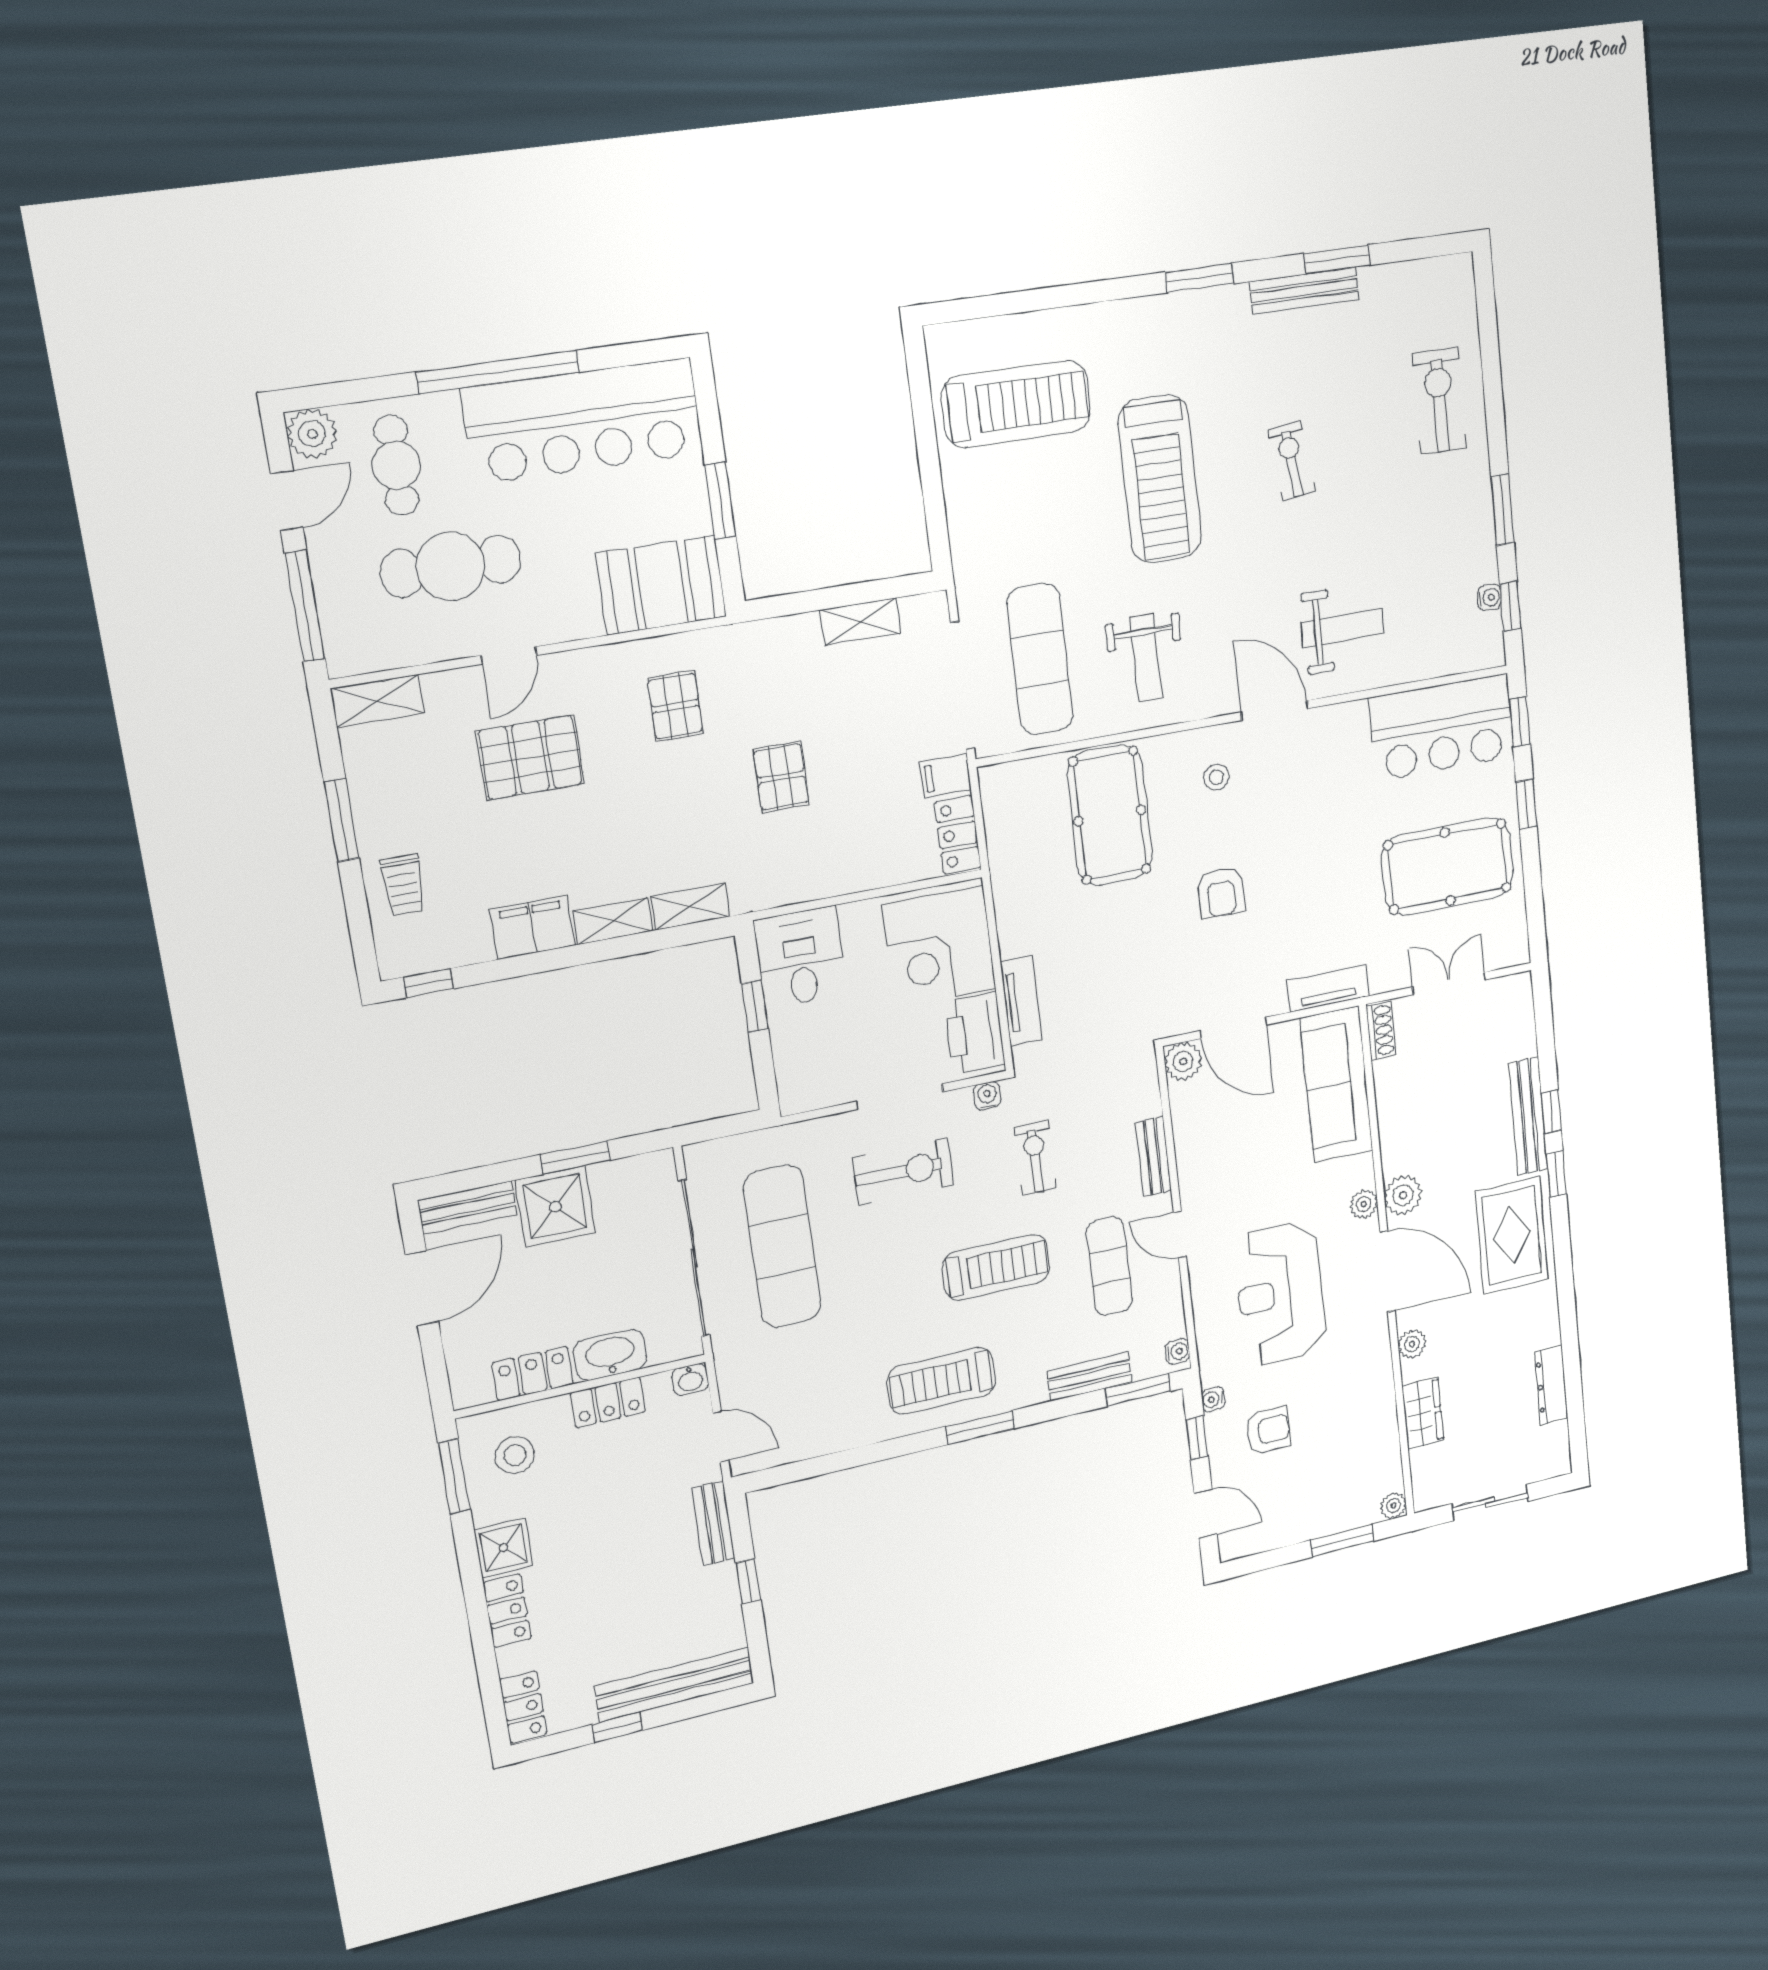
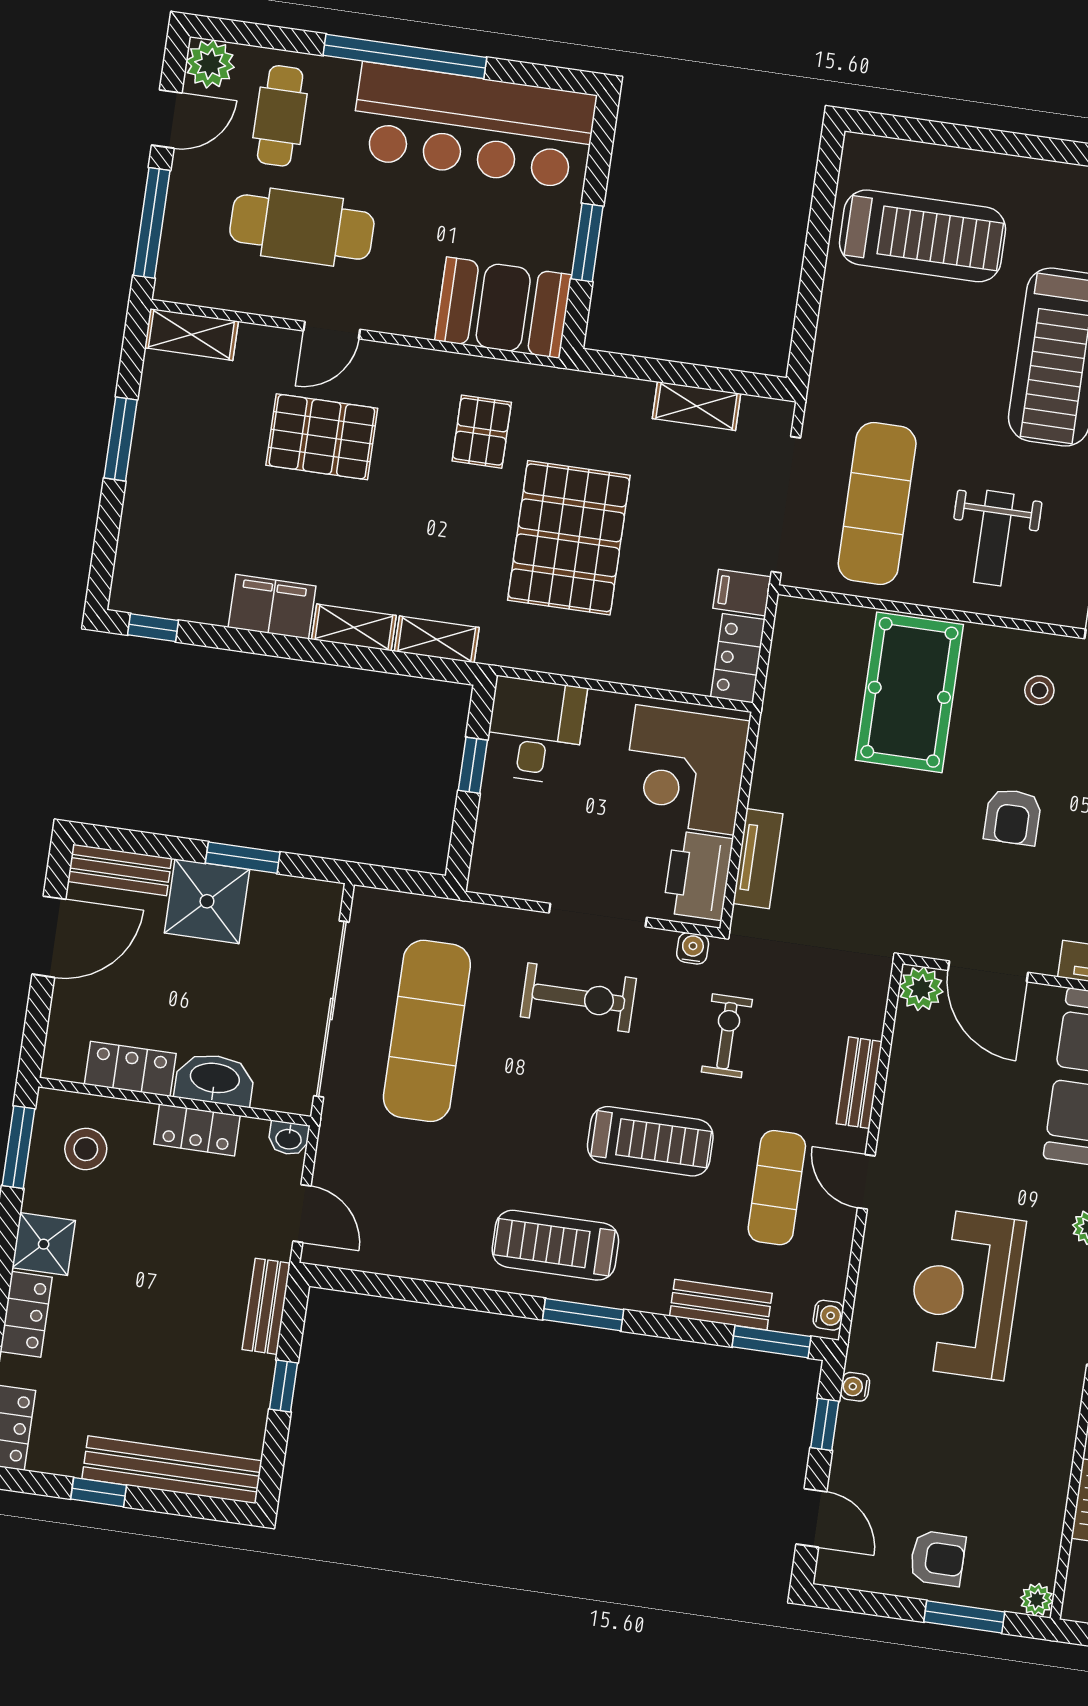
pallet: (781, 777) -> (569, 538), width x2.05, depth x2.00
trolley: (403, 885) -> (159, 522), removed
armchair: (1268, 1430) -> (938, 1558), moved

